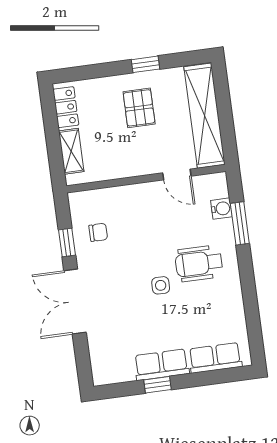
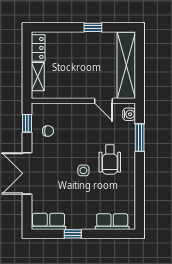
pallet: (139, 108) -> (85, 55), removed
water cooler: (221, 209) -> (129, 114), moved
window: (67, 243) -> (27, 123), moved
wheelchair: (199, 263) -> (110, 160), turned -90
row of seats: (162, 365) -> (49, 221), moved

